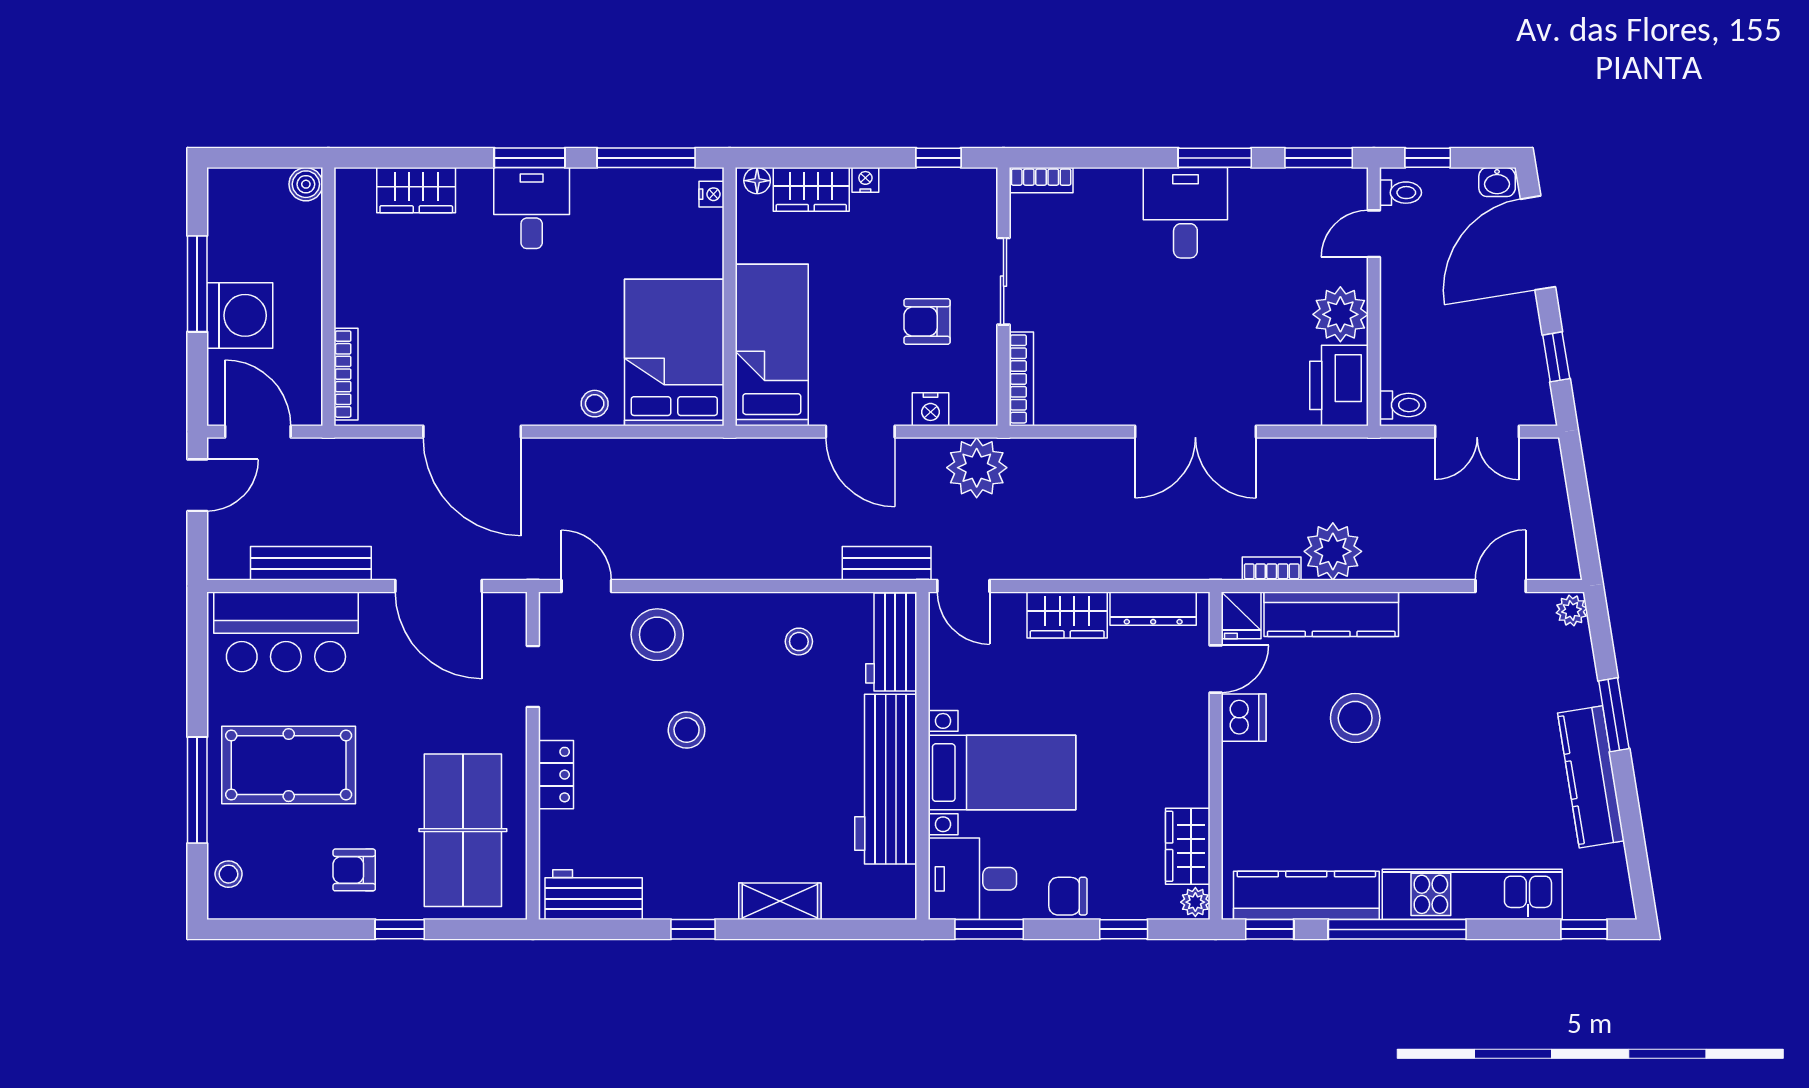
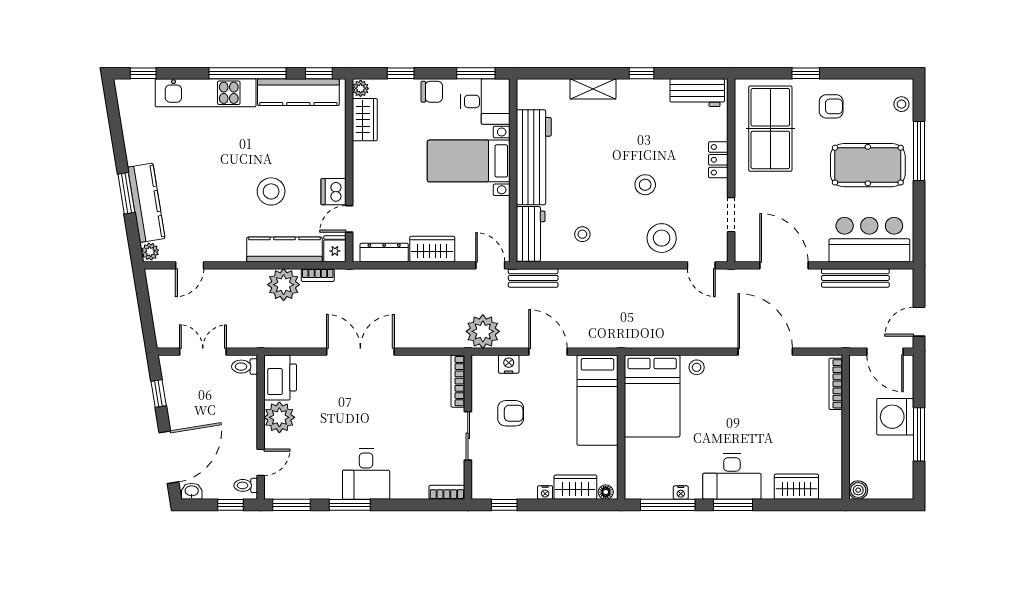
nightstand: (712, 194) -> (681, 493), moved, turned -90
desk: (532, 208) -> (732, 477), width x1.37
kitchen counter: (1591, 777) -> (146, 203), moved

